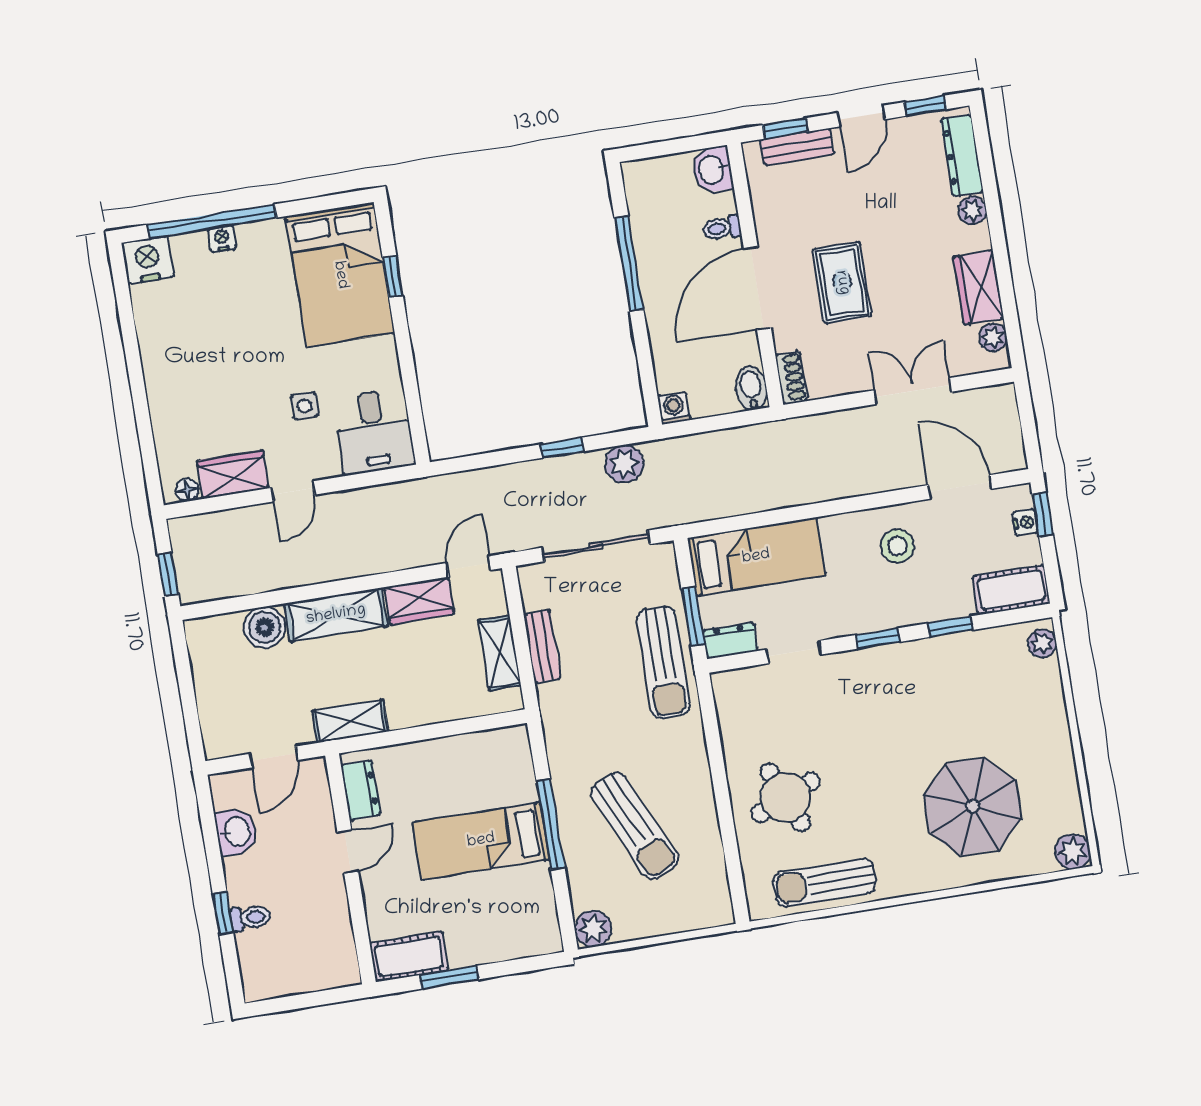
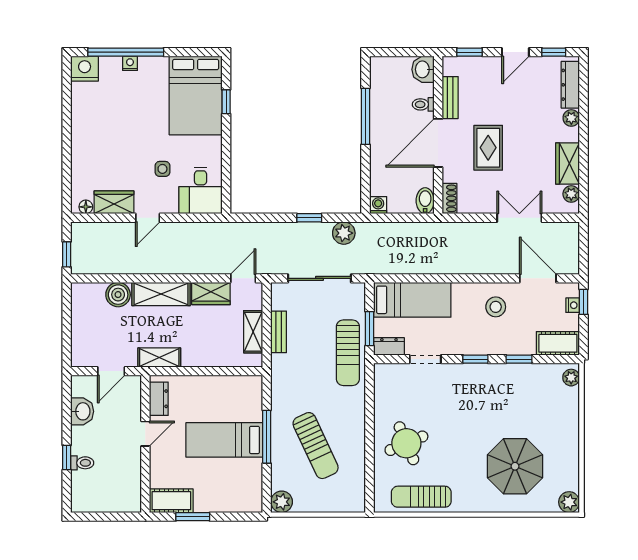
bench: (797, 147) -> (450, 98), moved, turned 90

